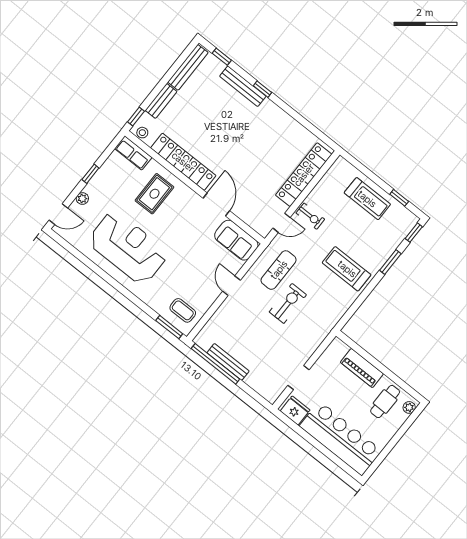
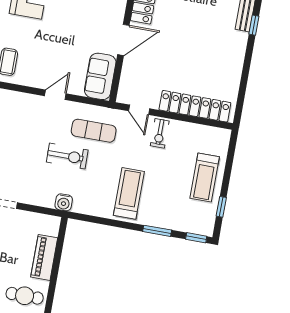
water cooler: (325, 327) -> (64, 202), added

